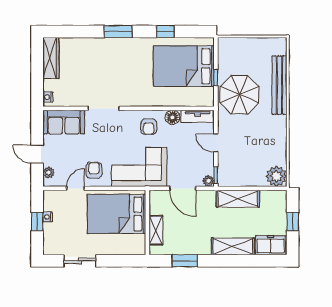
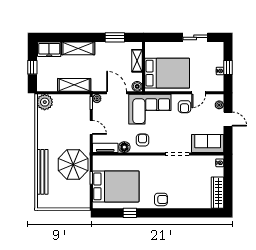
window: (118, 31) -> (166, 213), removed
armchair: (125, 49) -> (161, 199), added
boiler: (156, 197) -> (137, 86), added

